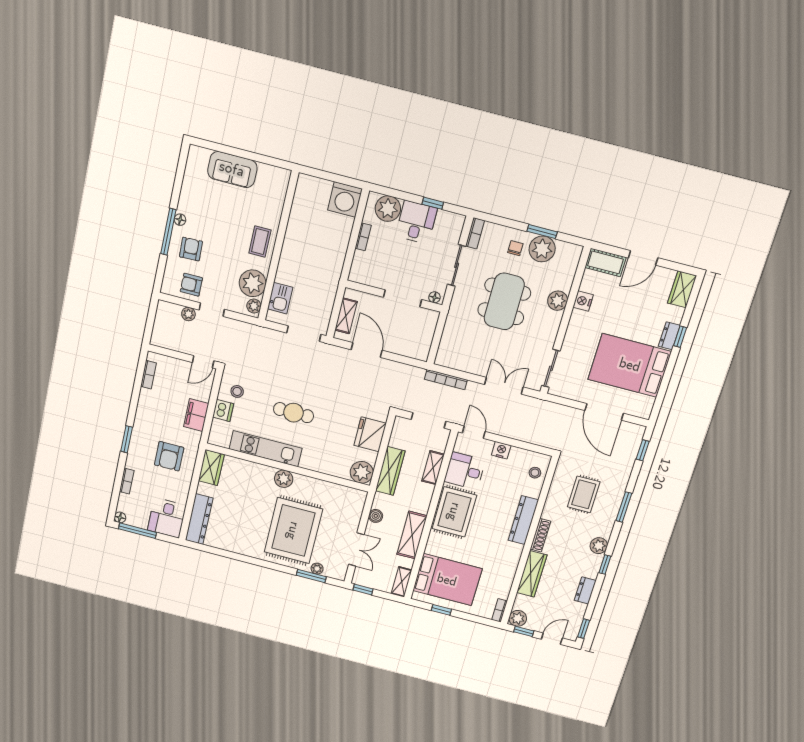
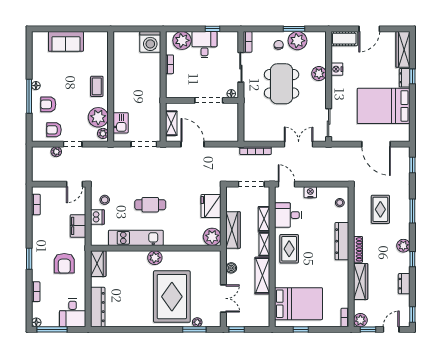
armchair: (191, 249) -> (48, 104), turned -88
wardrobe: (682, 289) -> (403, 49), width x1.50
rug: (454, 512) -> (289, 249), width x0.73, depth x0.70
shelving: (402, 582) -> (264, 244), moved

